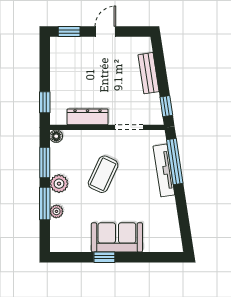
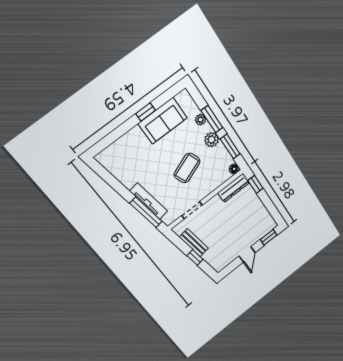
bench: (148, 73) -> (194, 243), moved
window: (166, 106) -> (195, 257), moved
dresser: (88, 117) -> (234, 188), moved
coffee table: (103, 174) -> (187, 168), turned 44
sofa: (117, 237) -> (163, 121), moved

